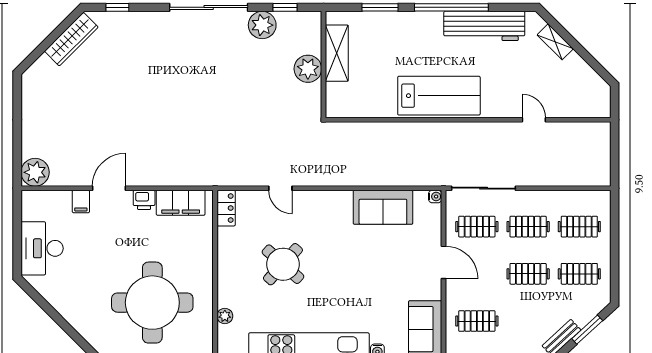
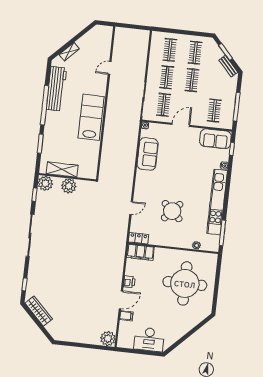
plant: (262, 25) -> (45, 183), moved
door: (109, 188) -> (121, 300), swing flipped
filing cabinet: (181, 203) -> (140, 252), moved, turned 90

